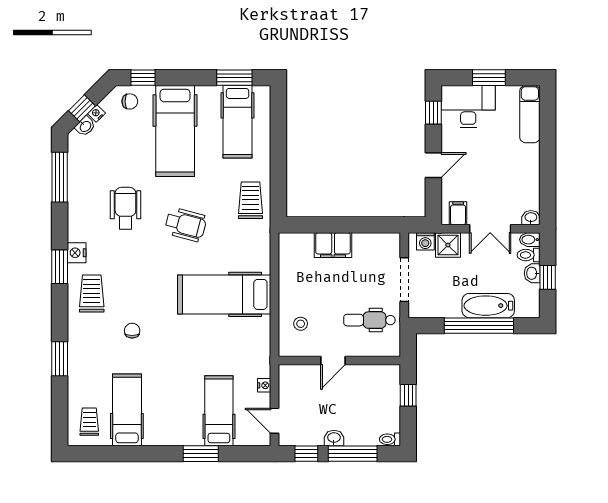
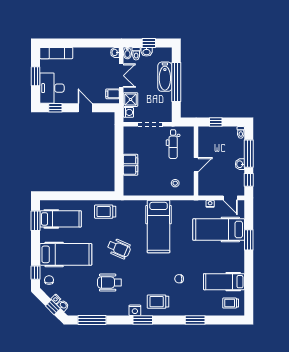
wheelchair: (186, 225) -> (119, 248), turned 98
door: (333, 361) -> (196, 165), hinge flipped
hospital bed: (219, 411) -> (219, 230), width x1.37, depth x1.29
door: (275, 421) -> (230, 198), hinge flipped

